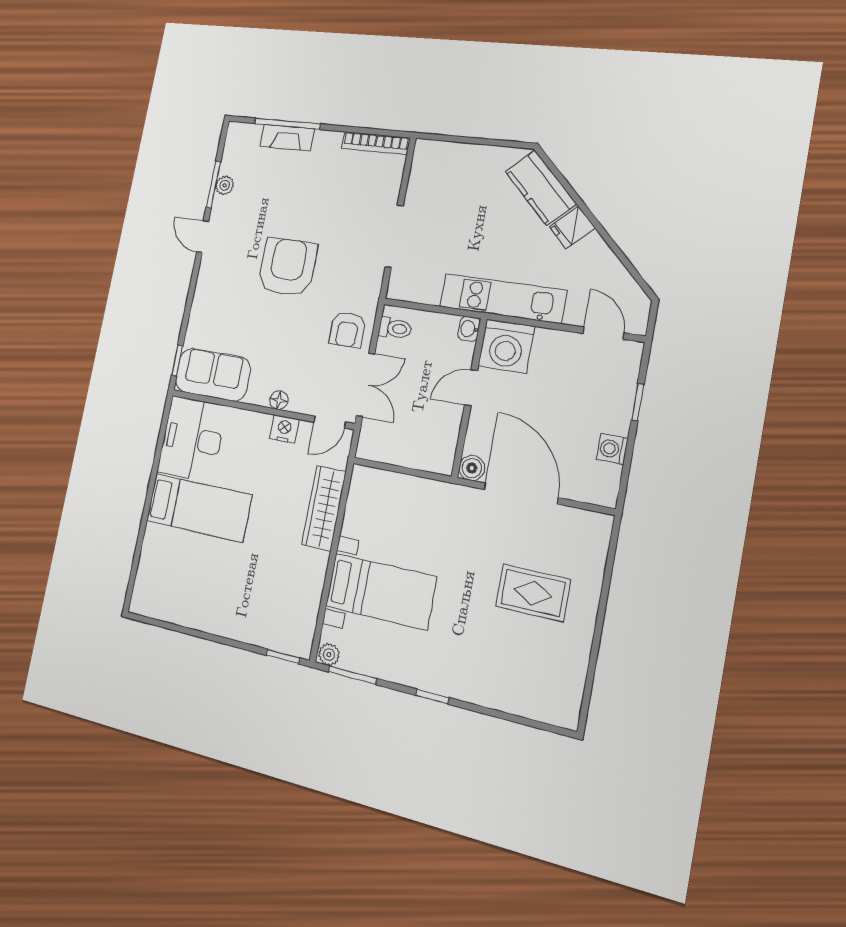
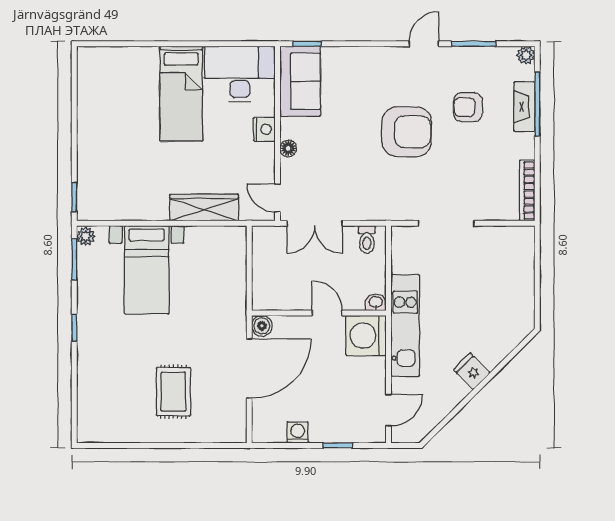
plant: (225, 185) -> (526, 55), moved
kitchen counter: (541, 188) -> (502, 340), removed
armchair: (347, 330) -> (468, 107), moved
nightstand: (284, 429) -> (264, 129), moved

